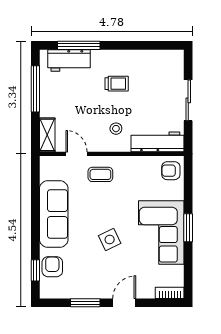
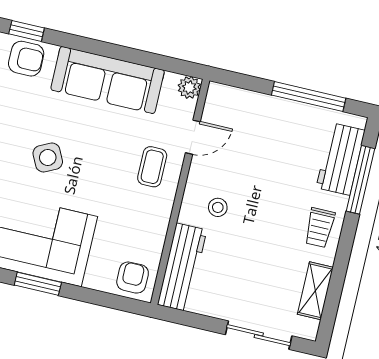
trolley: (117, 84) -> (320, 228), moved
sliding door: (188, 100) -> (259, 335), moved
shelving: (47, 135) -> (315, 291), moved, turned 90
plant: (47, 163) -> (189, 87), added

